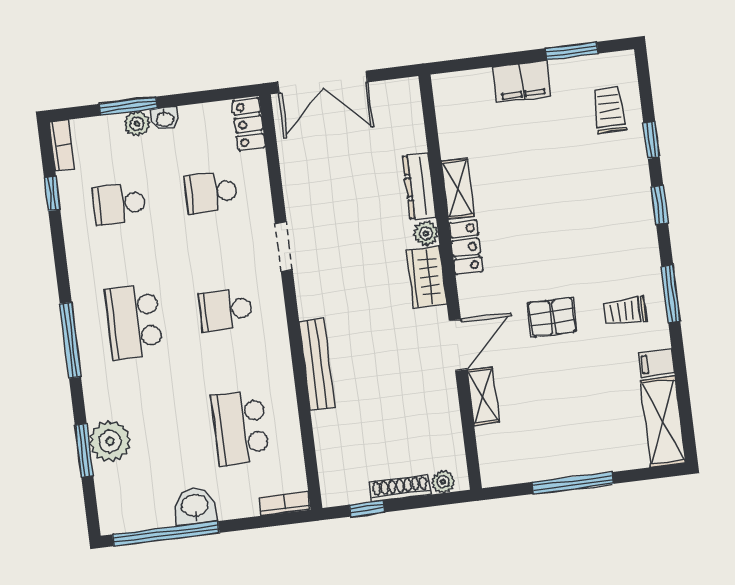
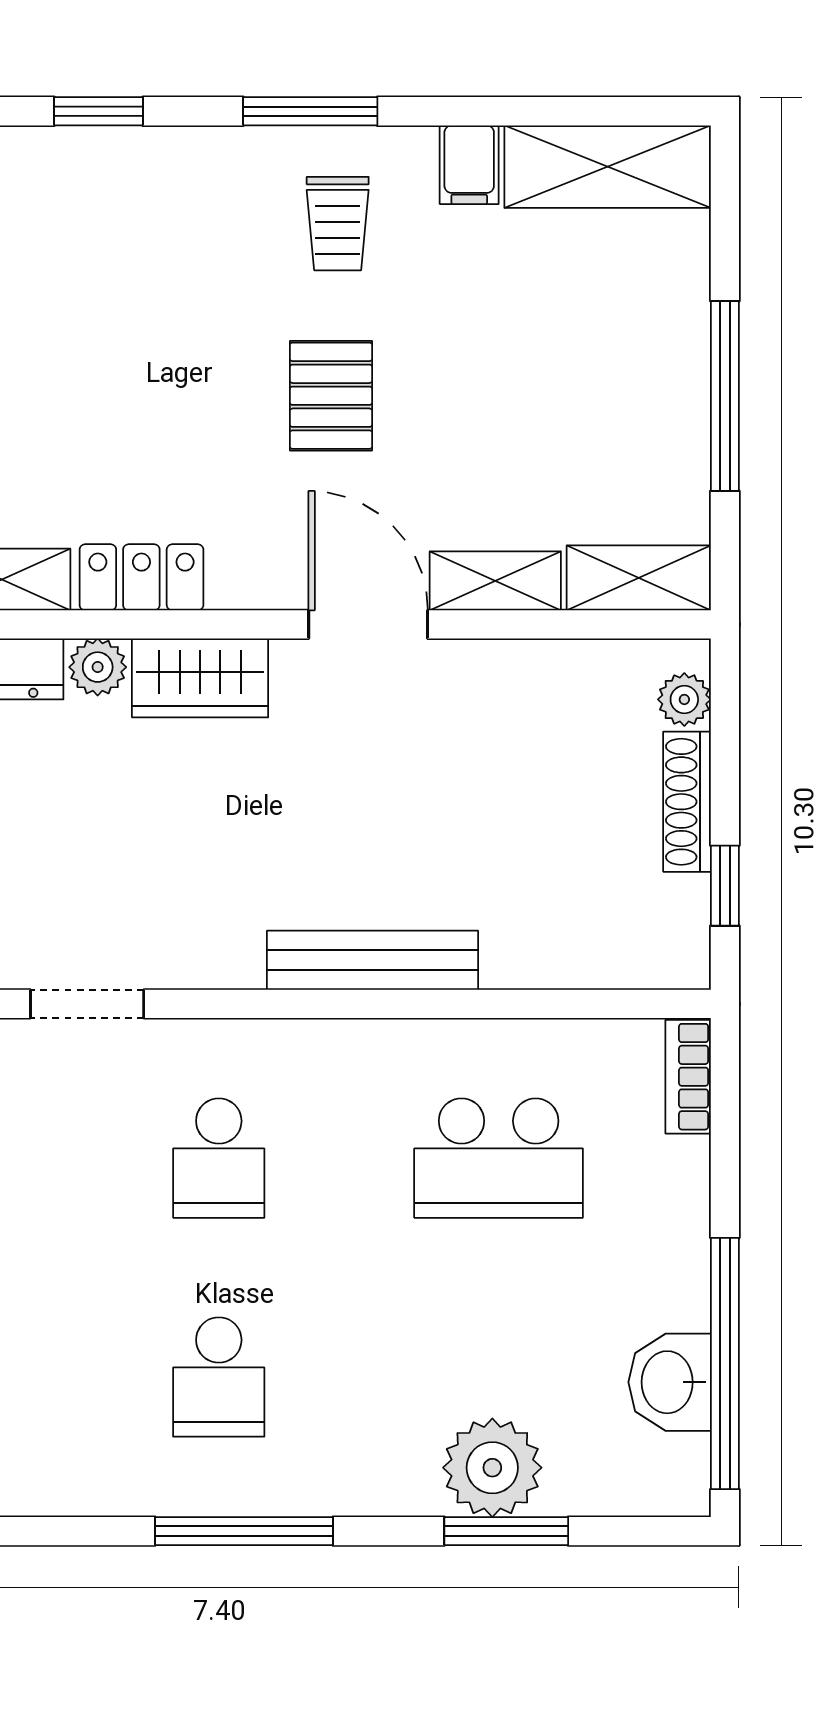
school desk: (134, 322) -> (219, 1377), width x0.54
shelving: (492, 456) -> (639, 578), added
washbasin: (195, 506) -> (670, 1382), moved

